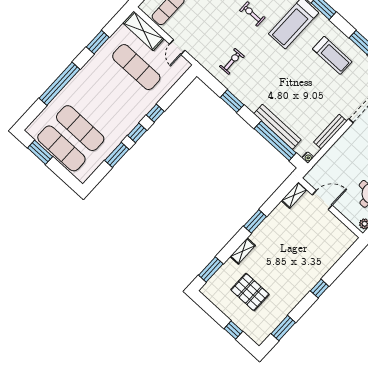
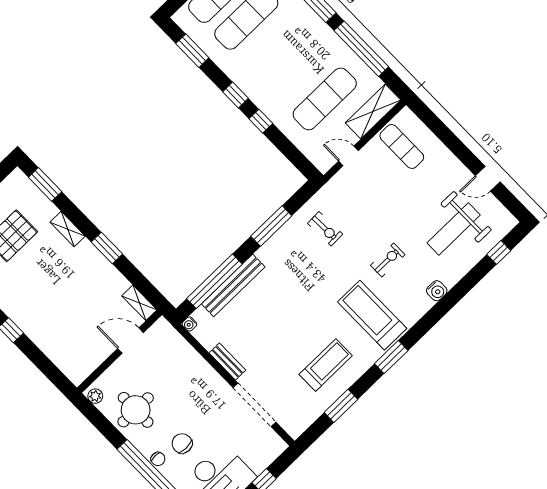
window: (98, 42) -> (361, 49), width x2.11
treadmill: (332, 55) -> (326, 365), turned 180
window: (232, 101) -> (271, 226), width x1.44
bench: (330, 132) -> (227, 362), width x0.73
window: (117, 155) -> (192, 51), moved
door: (322, 200) -> (131, 341), swing flipped

